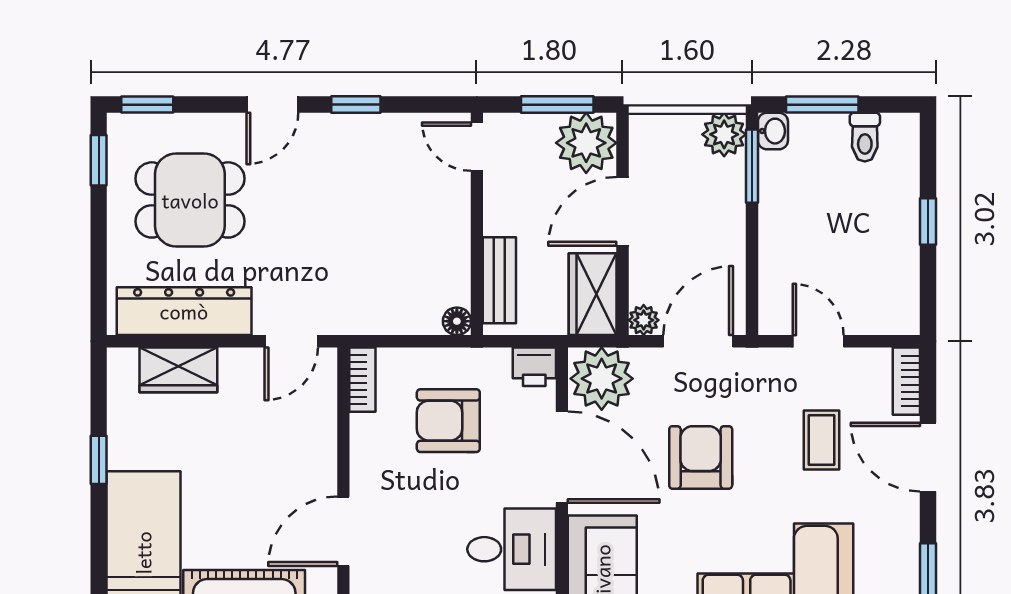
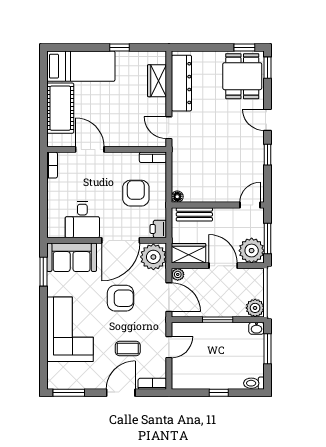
toilet: (865, 137) -> (254, 383), moved
window: (752, 166) -> (218, 320), moved
dining table: (190, 200) -> (242, 76), moved

